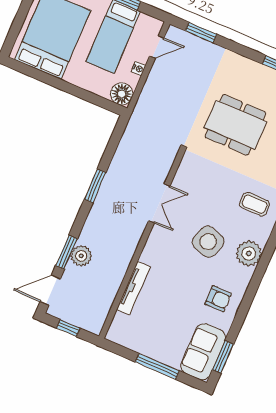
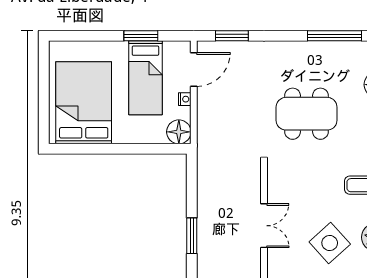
door: (157, 47) -> (194, 69), width x1.38
side table: (208, 242) -> (330, 243), turned 30

